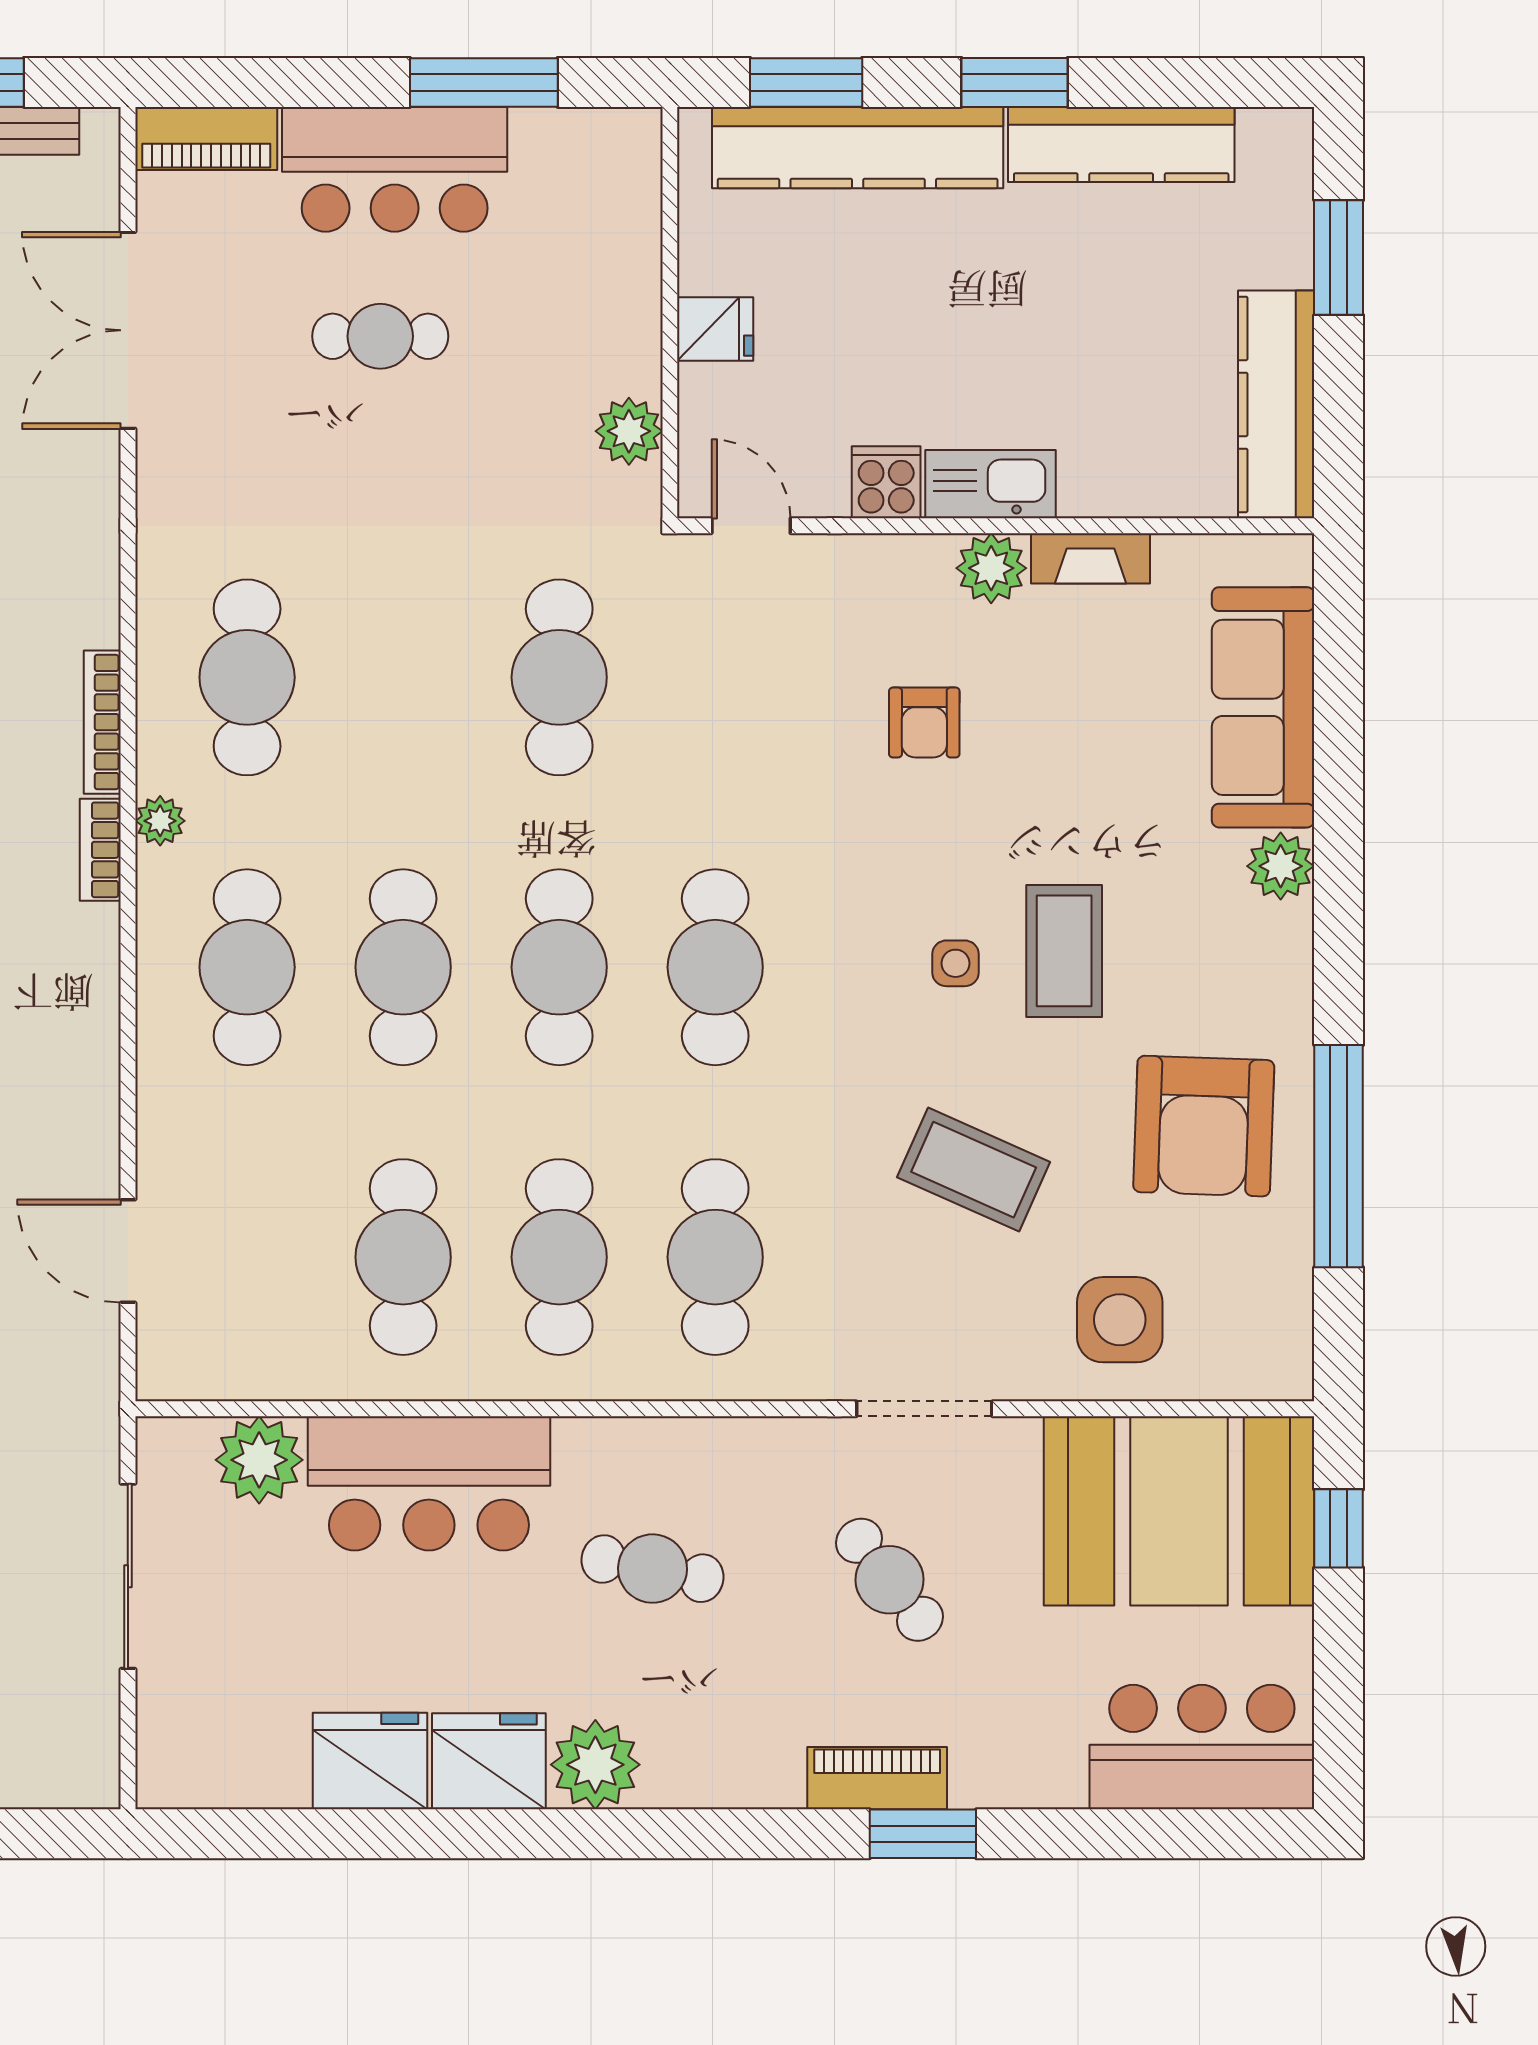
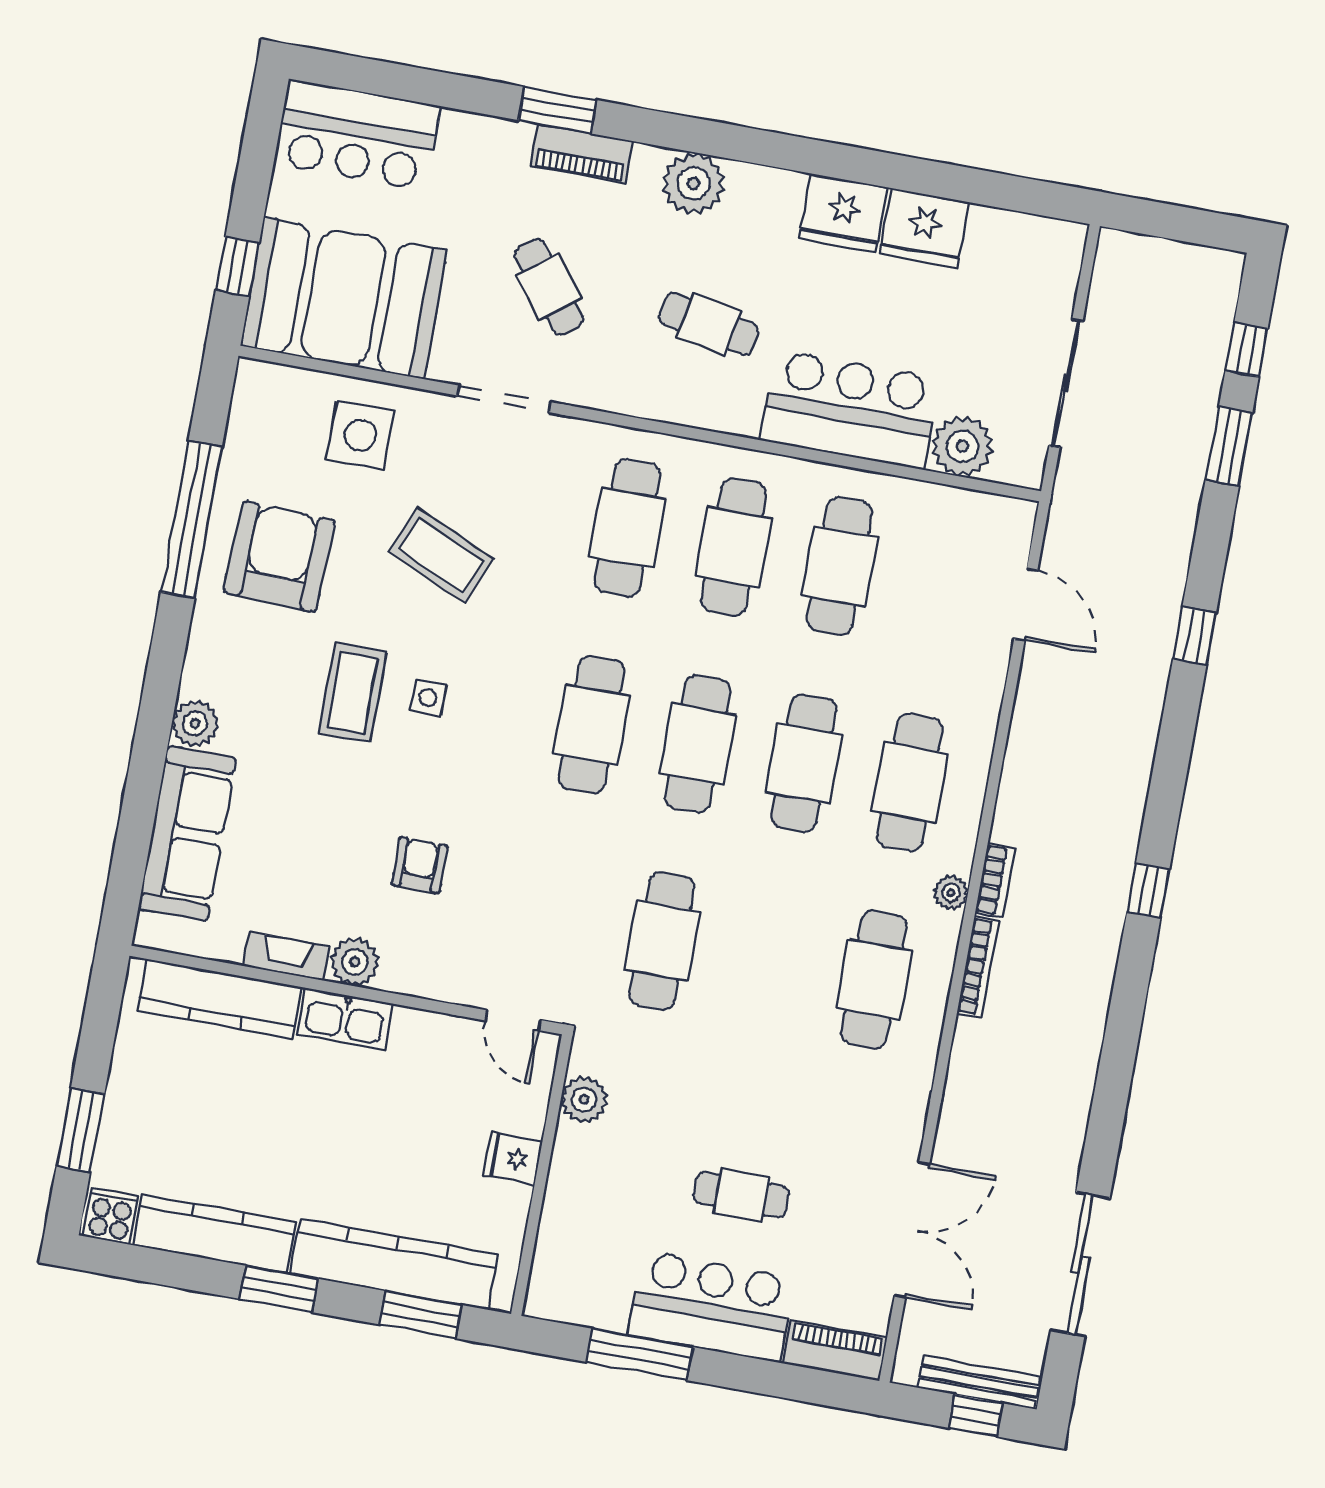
kitchen counter: (1276, 404) -> (220, 999), moved, turned 90
cooker: (886, 482) -> (111, 1216), moved, turned 180
plant: (595, 1765) -> (693, 183), moved

